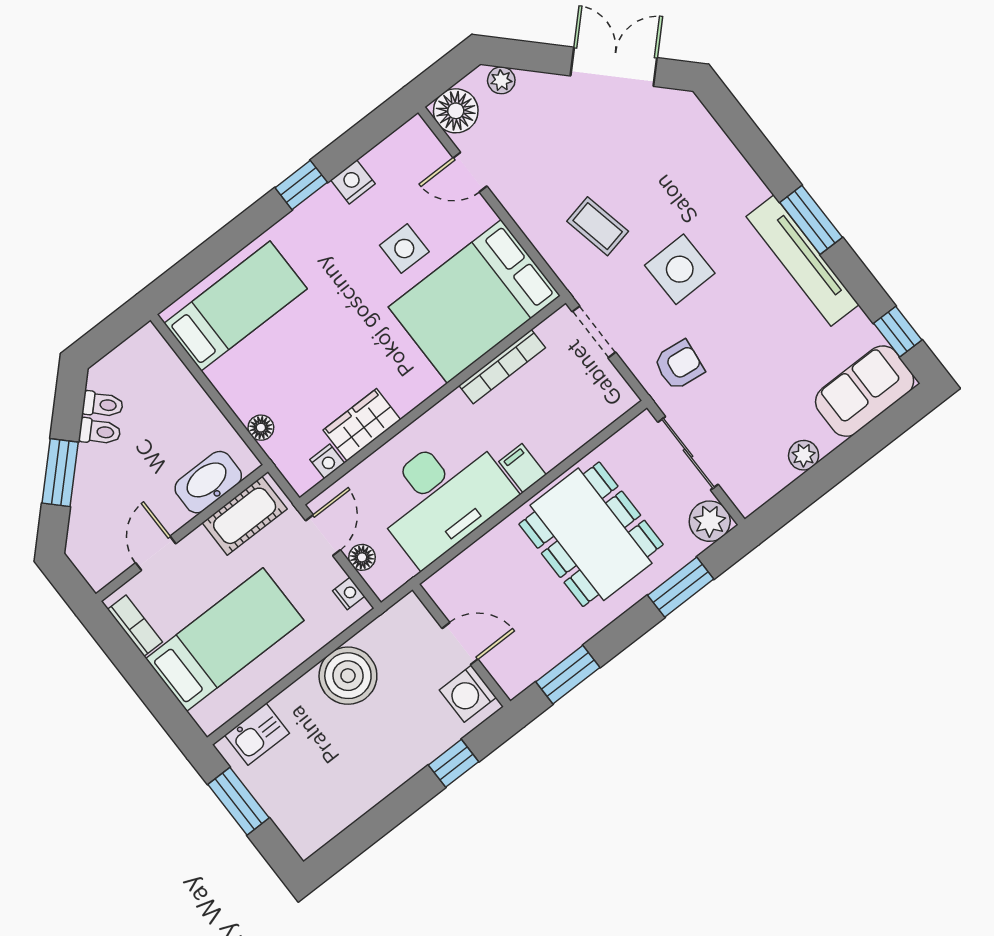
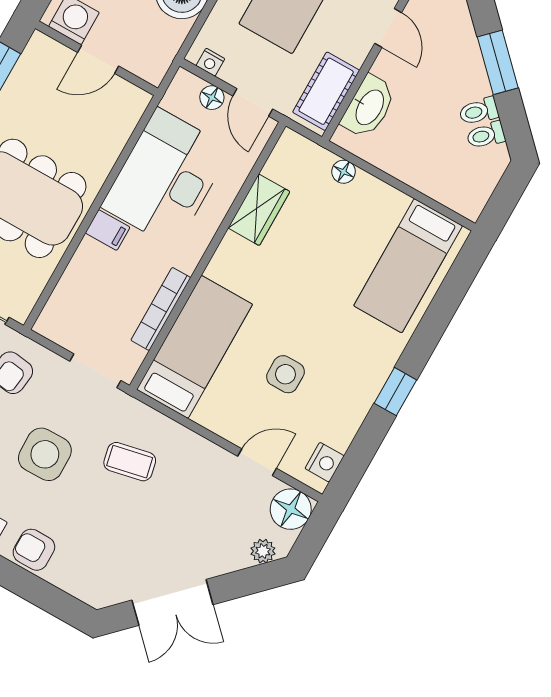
armchair: (731, 178) -> (34, 550), added
nightstand: (353, 182) -> (325, 462), moved
bed: (474, 301) -> (195, 347), width x0.67
nightstand: (327, 461) -> (275, 167), removed

